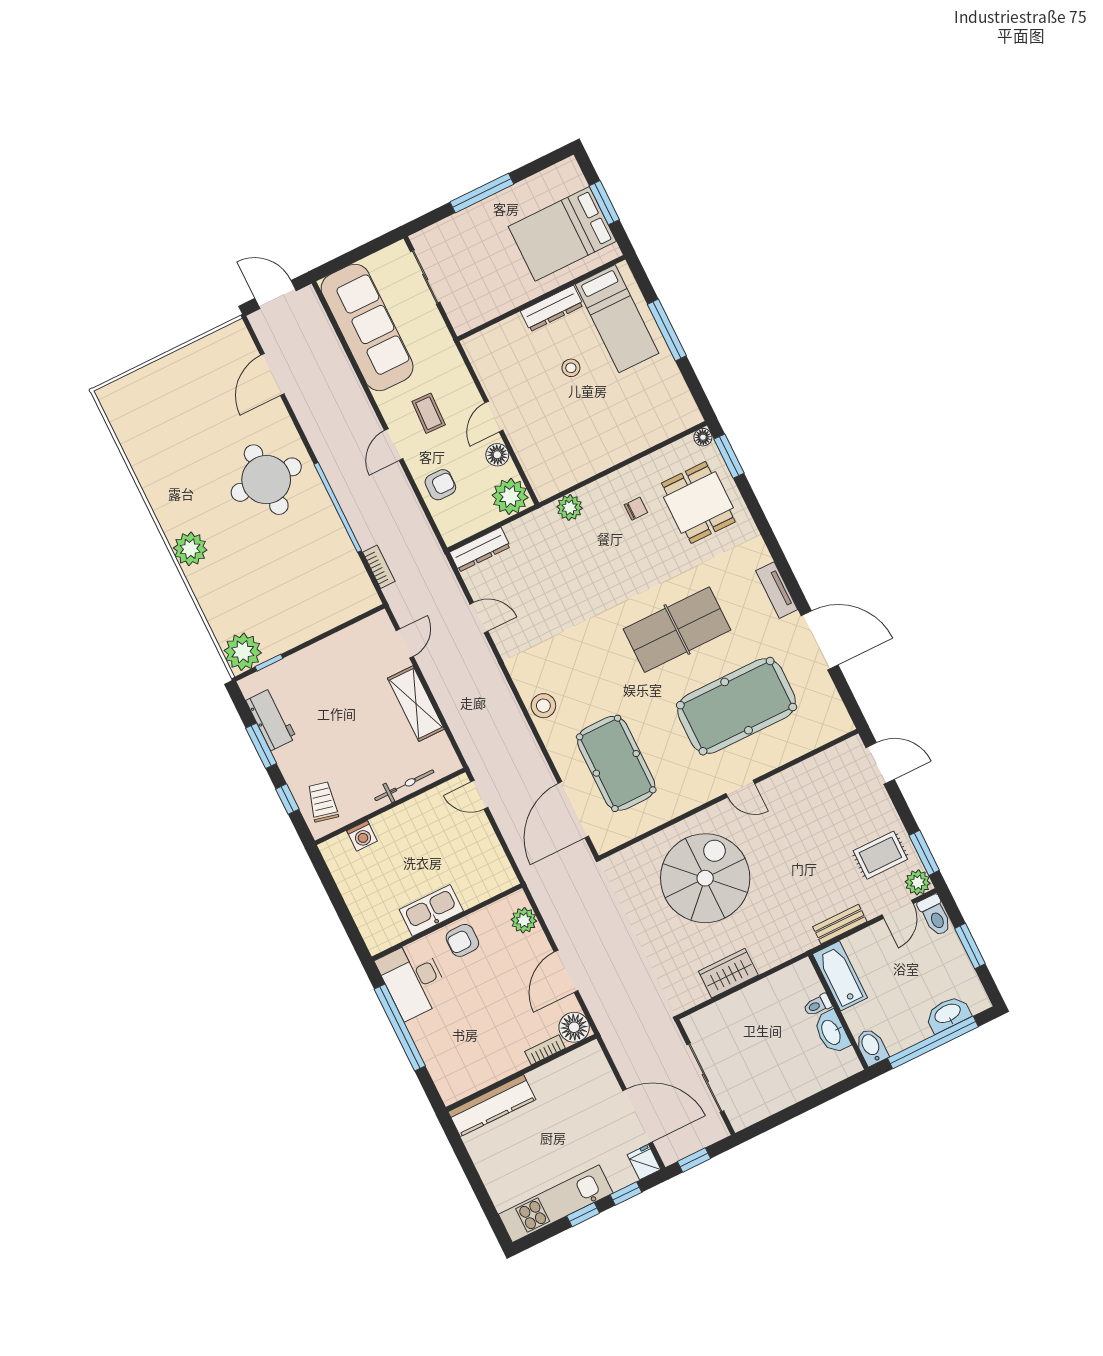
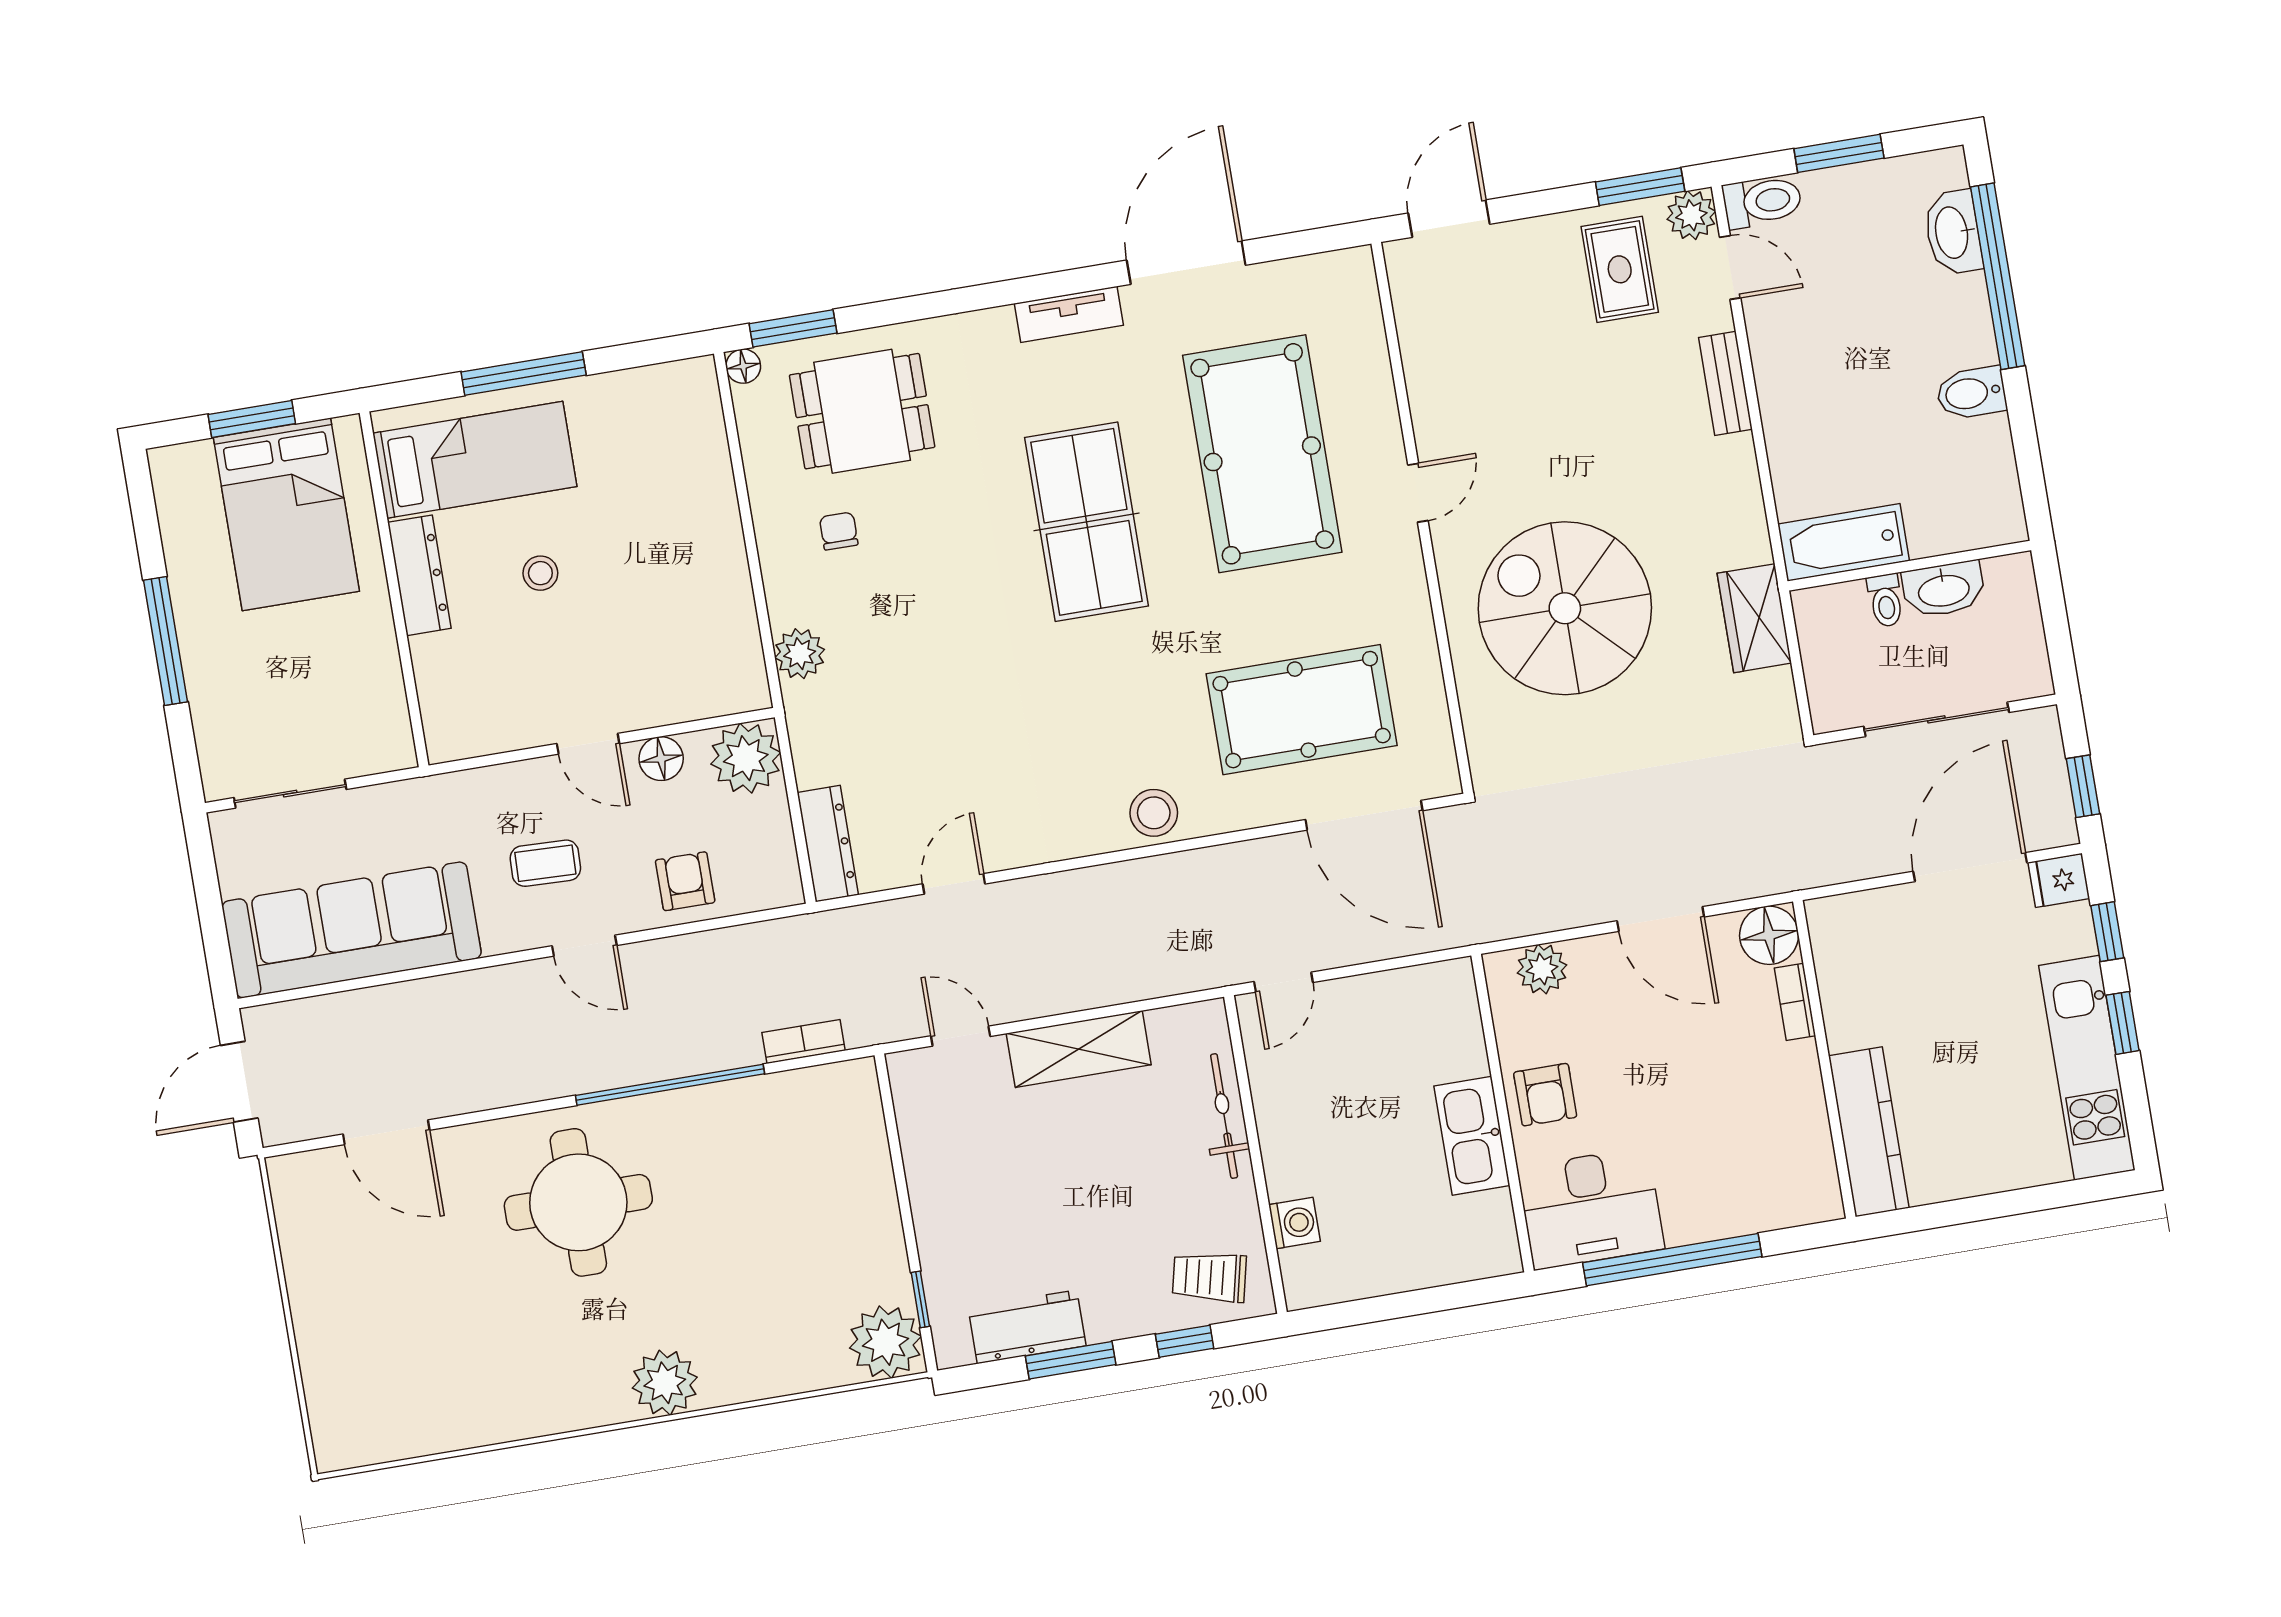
bathtub: (840, 976) -> (1844, 542), moved
toilet: (818, 1005) -> (1886, 600), moved
wall: (838, 1012) -> (1909, 566), moved
washbasin: (832, 1032) -> (1944, 589), moved

